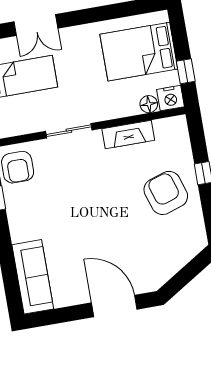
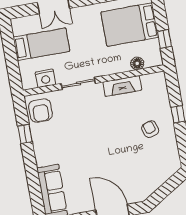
nightstand: (170, 98) -> (45, 78), moved
armchair: (166, 193) -> (150, 129), width x0.53, depth x0.53

